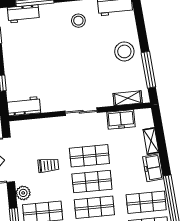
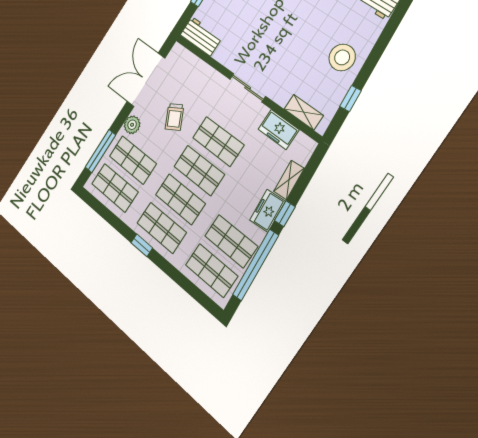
window: (148, 70) -> (350, 99), width x0.46
window: (164, 161) -> (285, 214), added
trolley: (48, 165) -> (174, 117), turned 62

